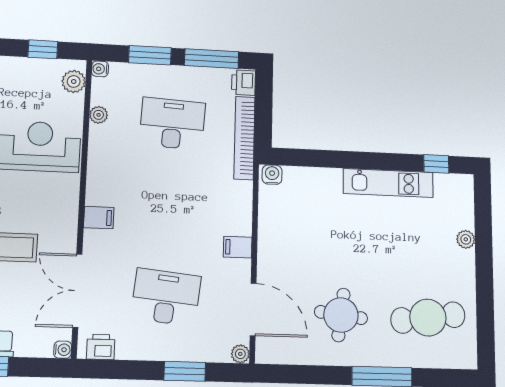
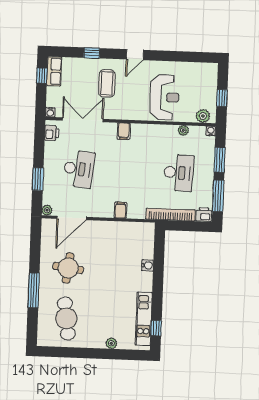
water cooler: (272, 175) -> (148, 265), moved
kitchen unit: (388, 183) -> (144, 319), moved
filing cabinet: (238, 247) -> (120, 210), moved

